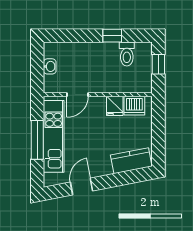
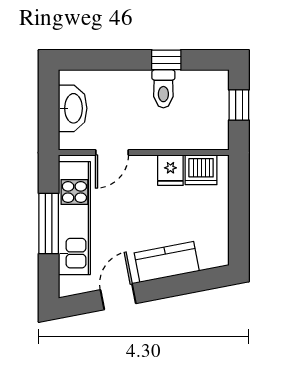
toilet: (127, 54) -> (163, 89), moved
washbasin: (50, 66) -> (73, 108), width x1.91, depth x1.45
kitchen counter: (131, 161) -> (167, 262), moved

